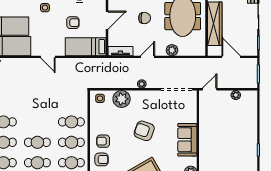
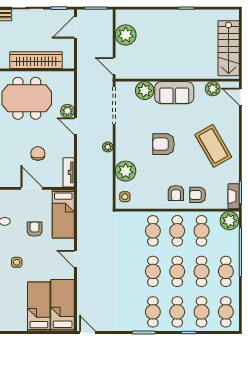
chair: (145, 18) -> (38, 154), moved
door: (48, 57) -> (75, 259), swing flipped
door: (148, 57) -> (75, 126), moved
door: (231, 57) -> (75, 27), moved
plant: (236, 95) -> (126, 35), width x1.88, depth x1.88
plant: (189, 115) -> (145, 91), added
cafe table: (37, 122) -> (153, 271), added
armchair: (144, 131) -> (164, 144), turned 70
armchair: (101, 159) -> (198, 195), turned -90

